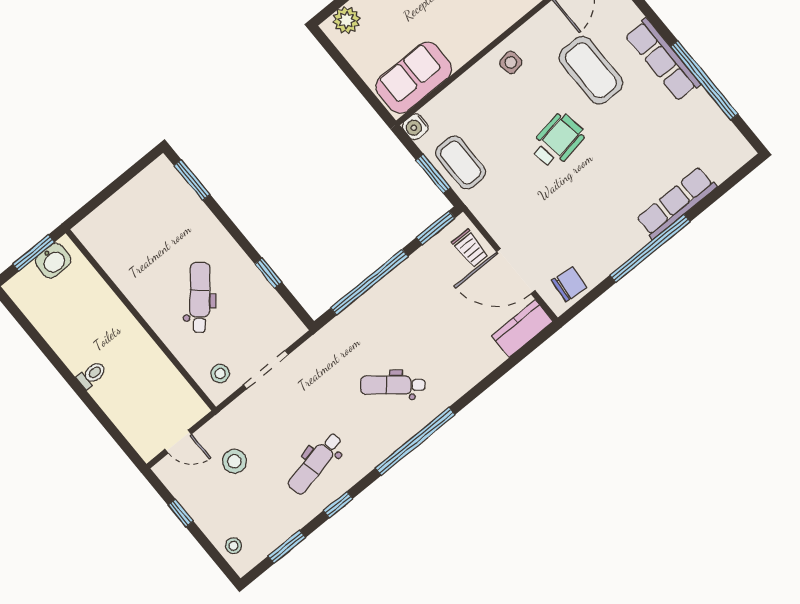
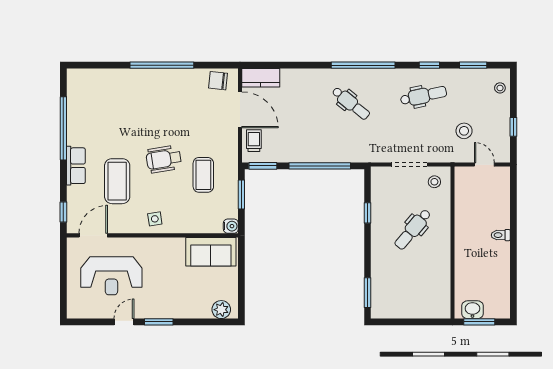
row of seats: (663, 60) -> (76, 166), width x0.68
coffee table: (461, 162) -> (203, 175), moved
row of seats: (676, 203) -> (129, 77), removed

